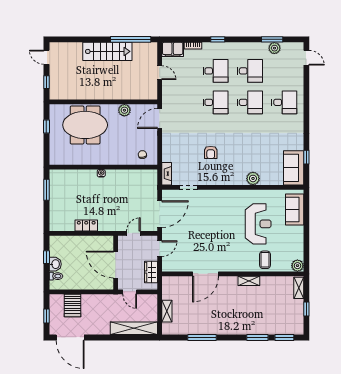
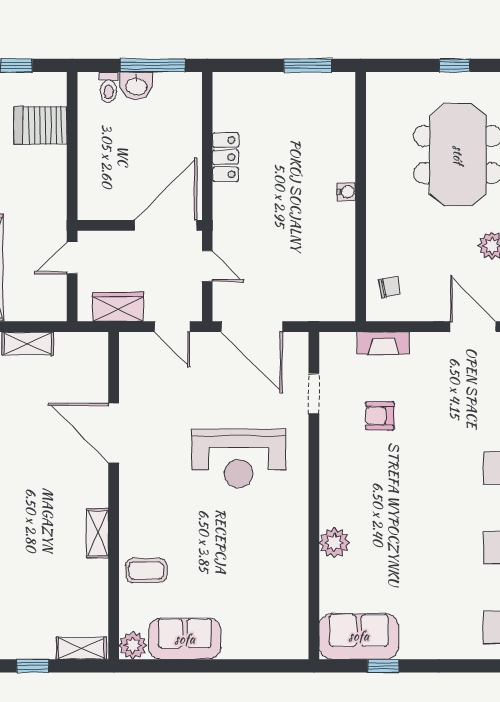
armchair: (211, 152) -> (380, 416), moved
fireplace: (167, 174) -> (383, 343), moved
sofa: (295, 209) -> (185, 639), moved
reception desk: (258, 224) -> (238, 458), moved
window: (46, 257) -> (152, 65), width x2.17
door: (116, 265) -> (166, 225), moved

